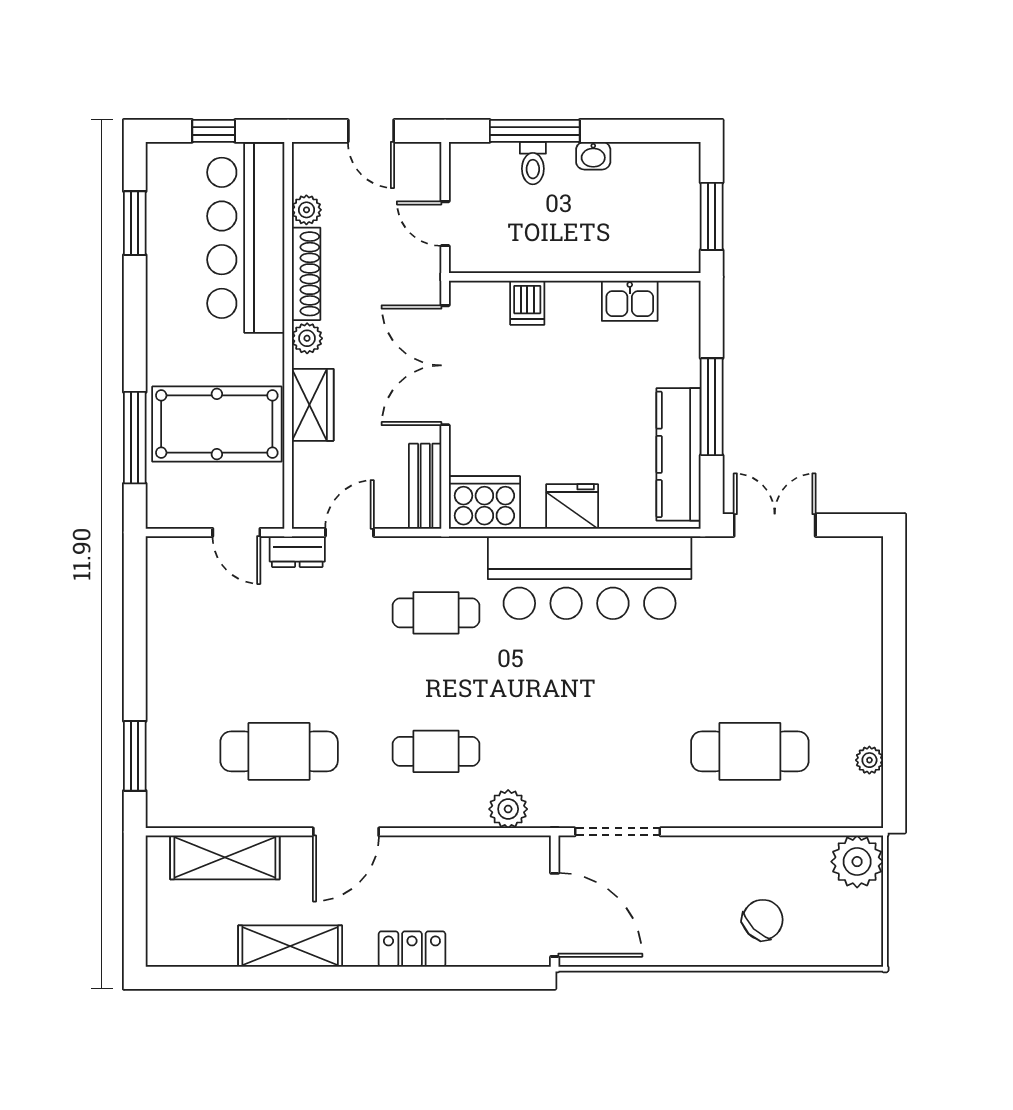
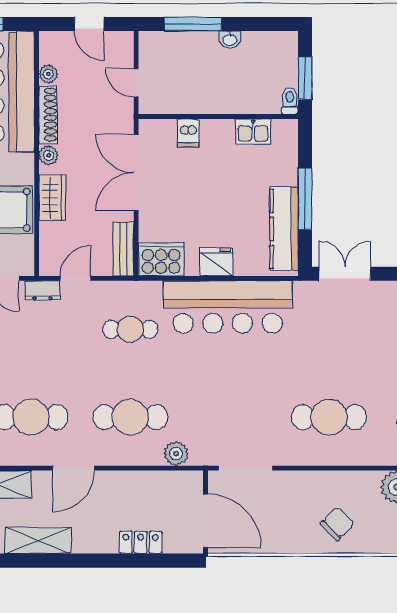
toilet: (533, 163) -> (290, 101), moved, turned 180
cafe table: (436, 751) -> (130, 417), width x1.37, depth x1.35
locker: (412, 949) -> (141, 542), moved

